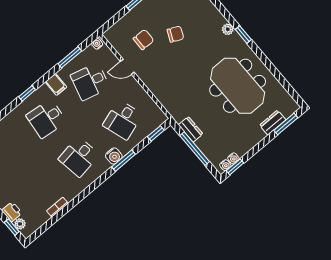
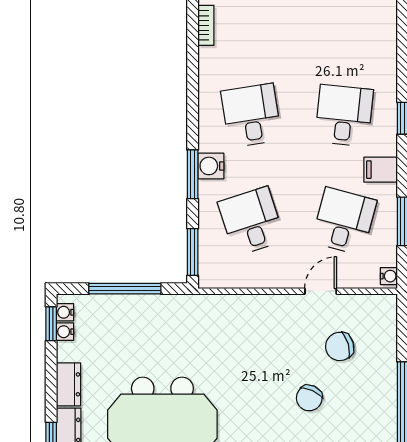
chair: (143, 40) -> (340, 346), turned 73
dresser: (191, 129) -> (68, 384), moved, turned -90
window: (156, 133) -> (193, 252), width x1.50

